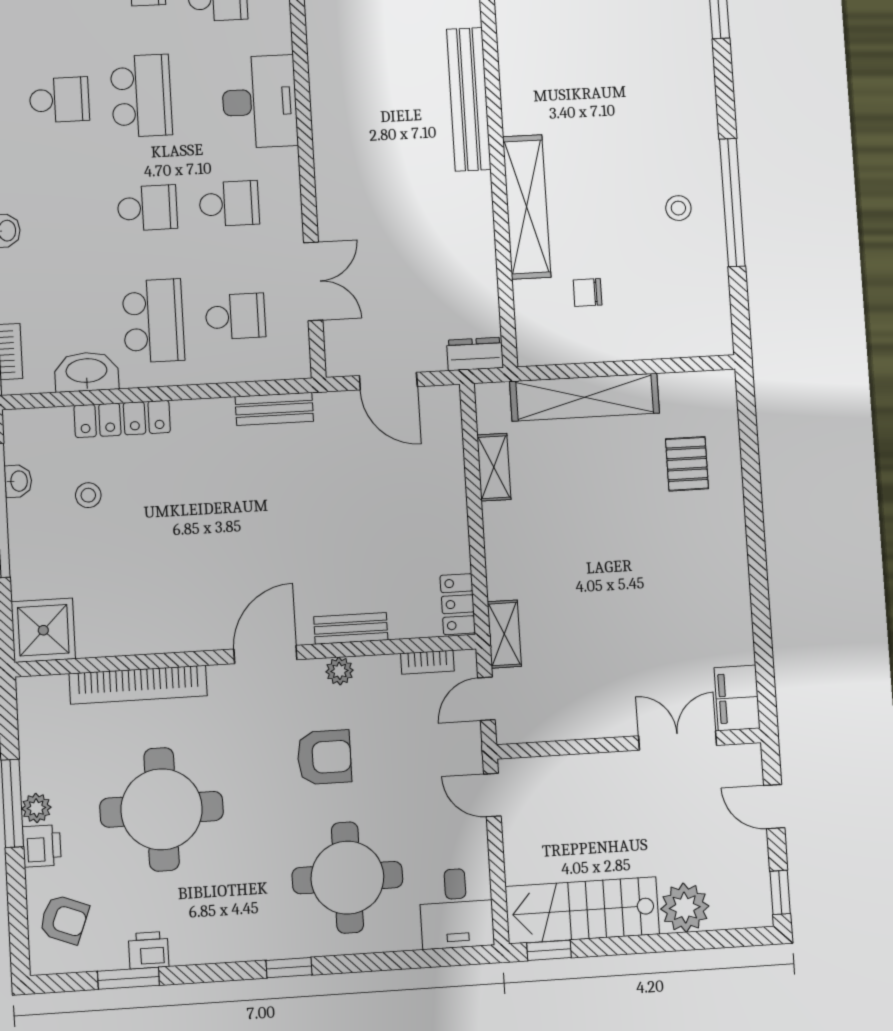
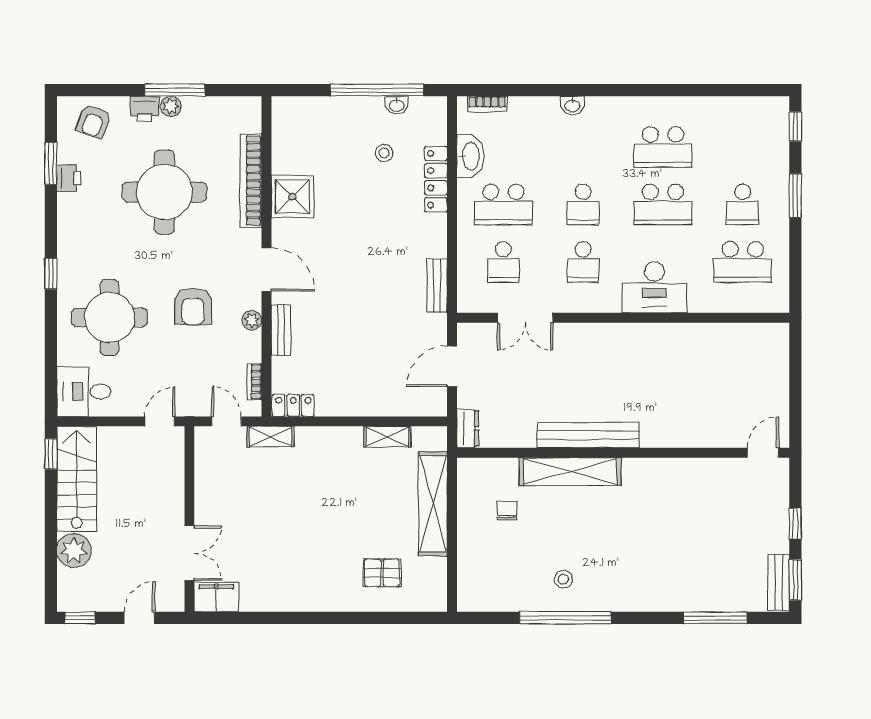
bench: (469, 99) -> (588, 435), moved
school desk: (59, 100) -> (663, 147), width x1.85
shower: (43, 630) -> (292, 197), moved

